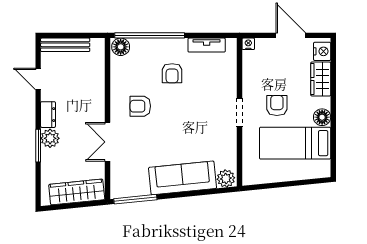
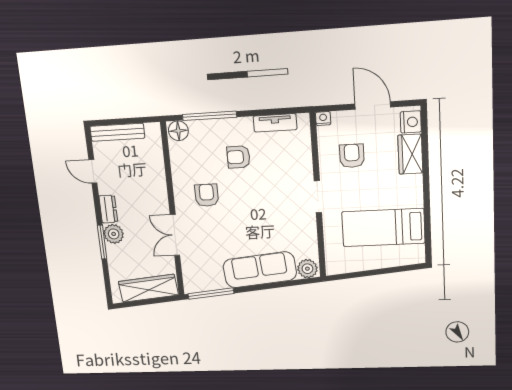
window: (150, 35) -> (209, 116), width x0.68
armchair: (172, 73) -> (238, 157), turned 90
armchair: (277, 105) -> (352, 156), moved
armchair: (140, 106) -> (207, 195), turned 90
floor lamp: (322, 117) -> (413, 197), removed

